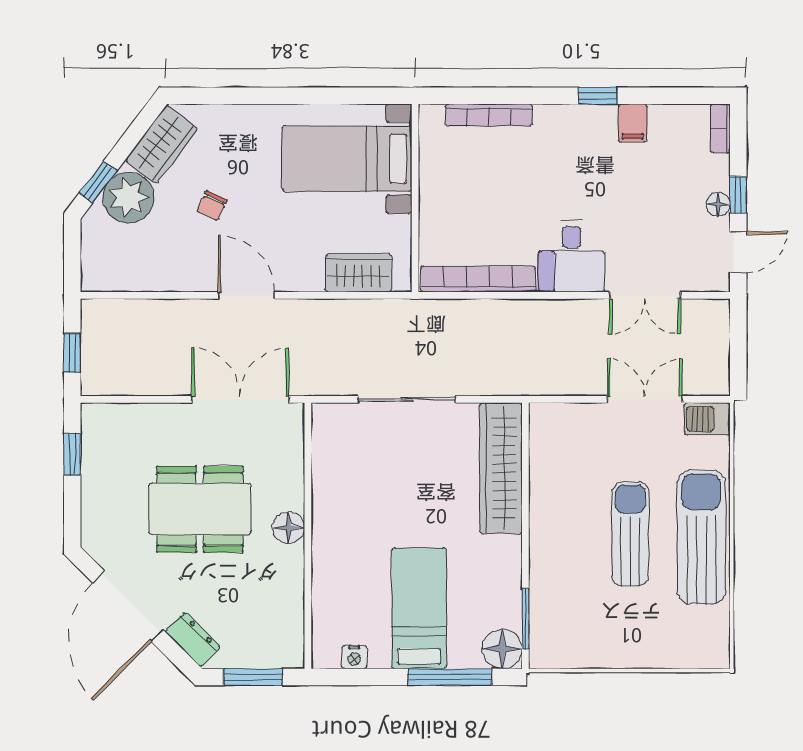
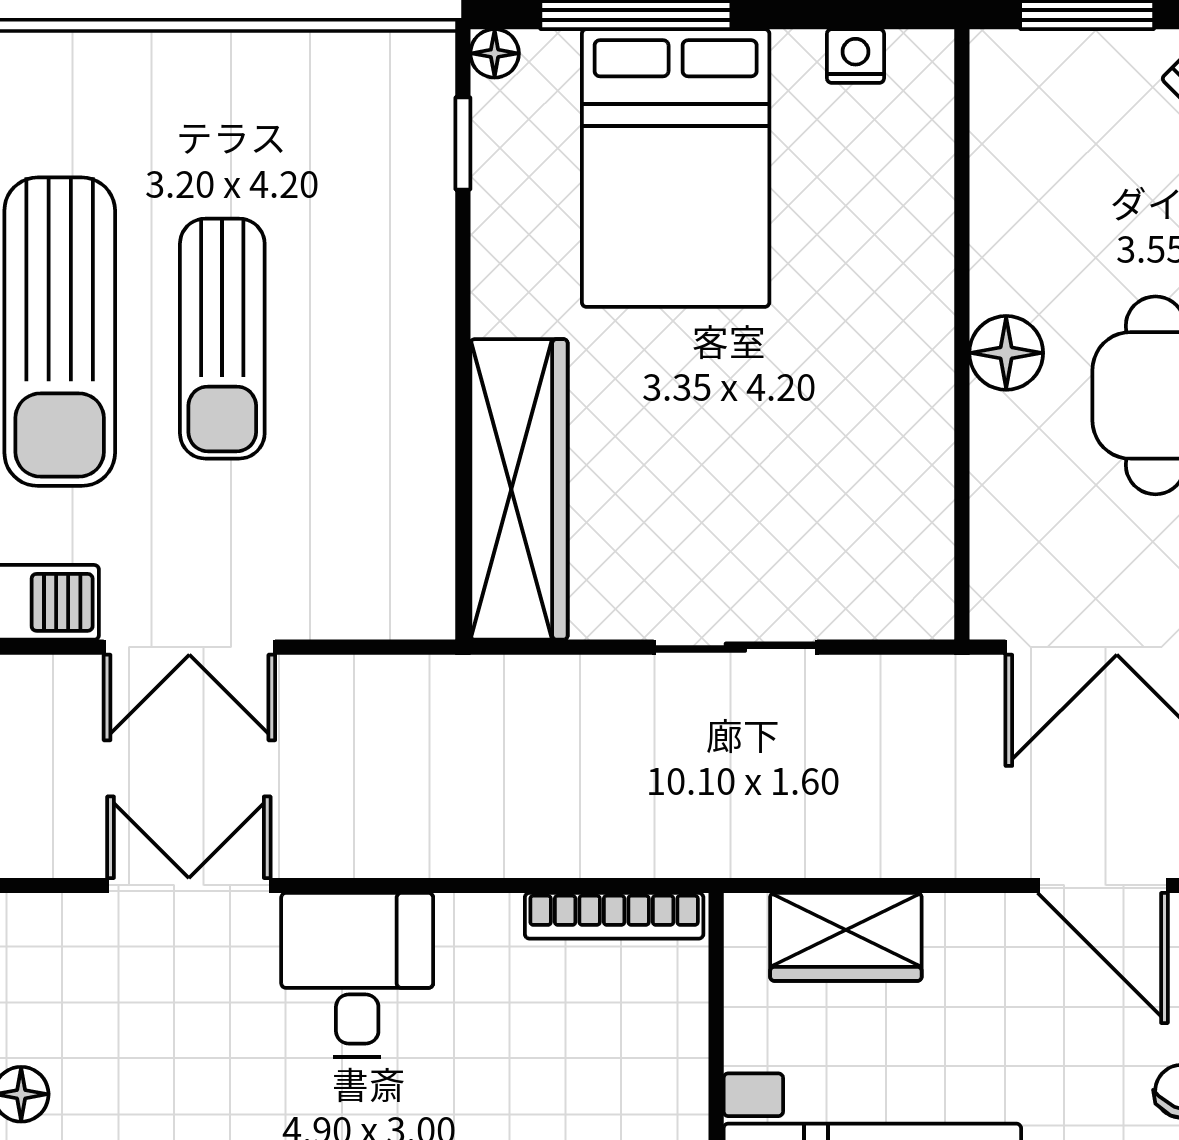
bookcase: (478, 279) -> (614, 916), width x0.68, depth x0.76
sliding door: (407, 399) -> (735, 647), width x0.73
bed: (419, 608) -> (676, 168), width x1.50
window: (525, 619) -> (463, 143), width x0.67
floor lamp: (502, 649) -> (495, 53), width x0.53, depth x0.53

